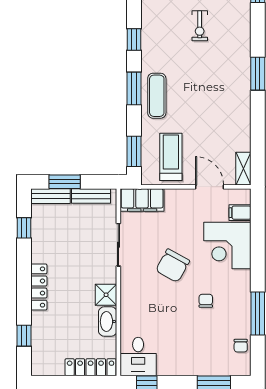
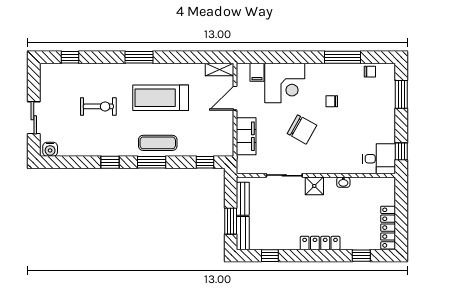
exercise bike: (200, 26) -> (98, 106), width x1.38, depth x1.39
window: (134, 151) -> (205, 162), width x0.67
treadmill: (171, 157) -> (161, 98), moved, width x1.37, depth x1.38
filing cabinet: (142, 200) -> (246, 136), moved
shower: (106, 295) -> (314, 186), moved
washbasin: (108, 322) -> (343, 182), width x0.52, depth x0.69
locker: (91, 367) -> (388, 228), moved

